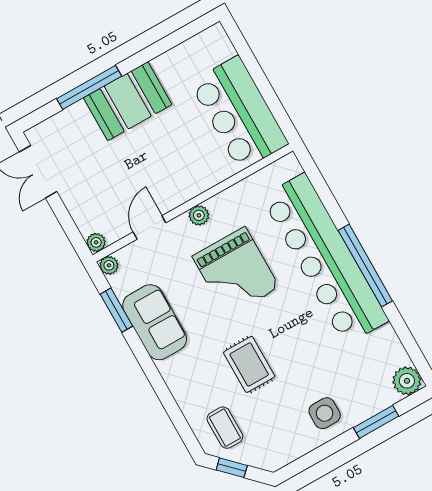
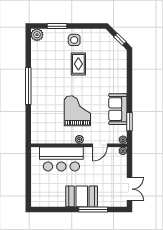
bar counter: (239, 113) -> (61, 159), moved, turned 90
bar counter: (325, 259) -> (42, 97), removed
rug: (249, 364) -> (78, 64), moved
coffee table: (225, 428) -> (114, 55), removed

